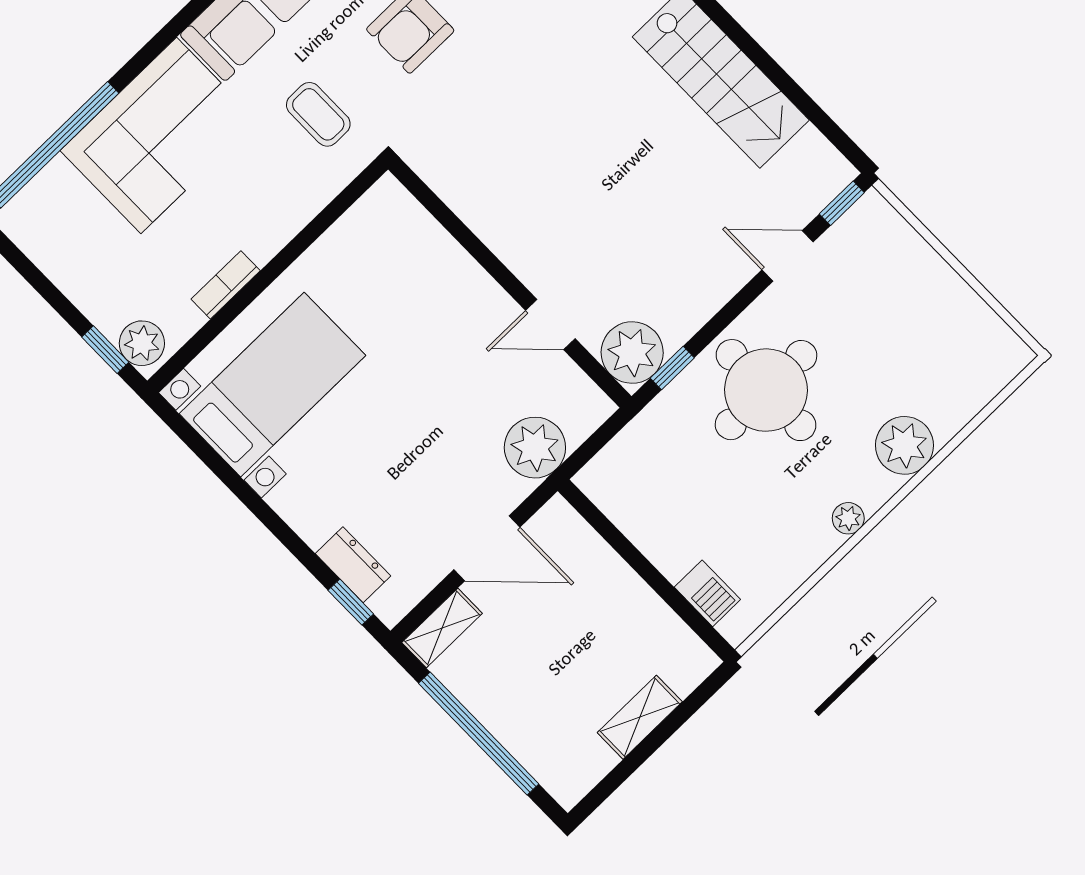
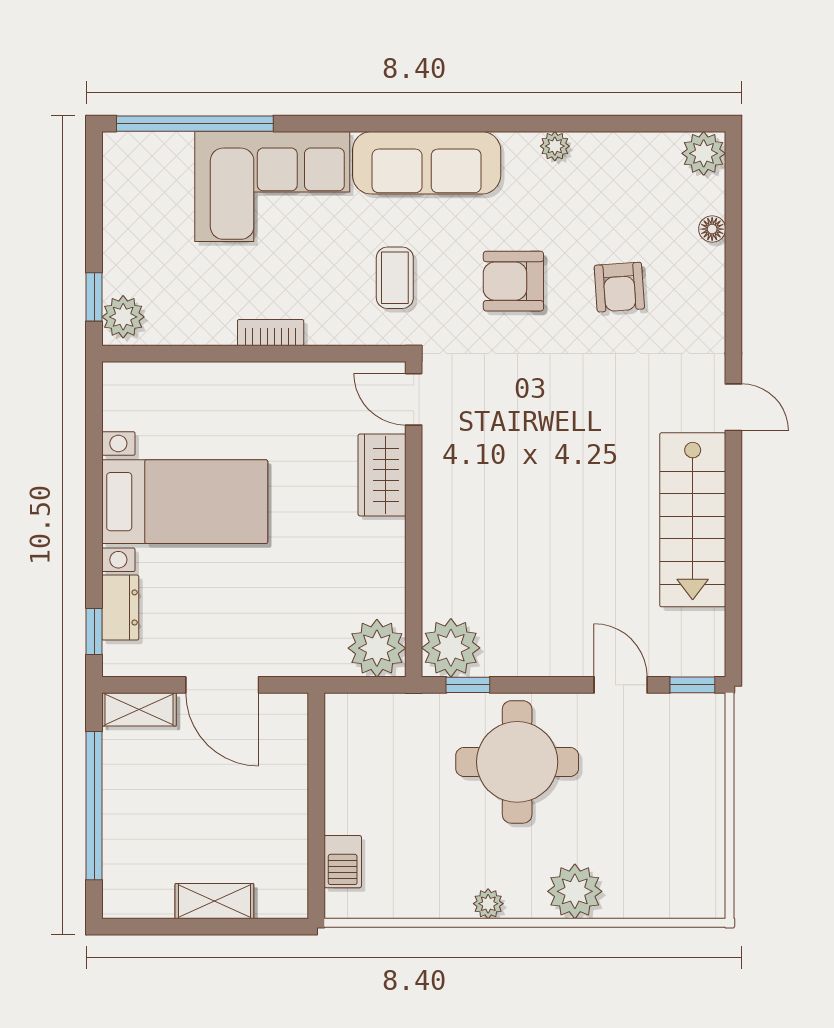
wardrobe: (453, 273) -> (382, 475), added
bookcase: (226, 285) -> (271, 333), moved
door: (550, 324) -> (414, 399), moved
bed with nightstands: (272, 385) -> (185, 502), moved
plant: (535, 448) -> (377, 648), moved

